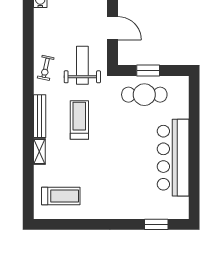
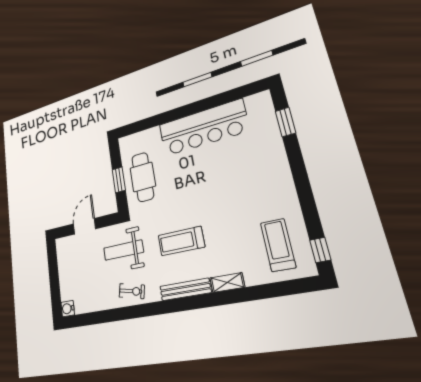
window: (51, 224) -> (320, 250), added

